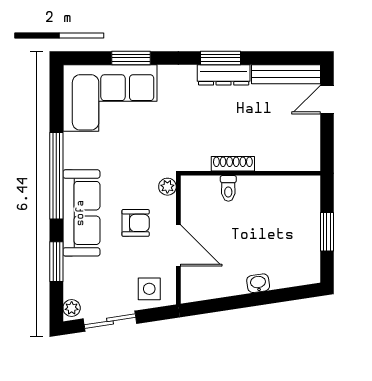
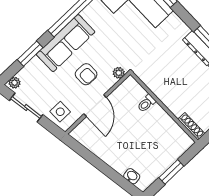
shoe rack: (233, 164) -> (191, 126), moved
washbasin: (258, 283) -> (132, 176), moved

